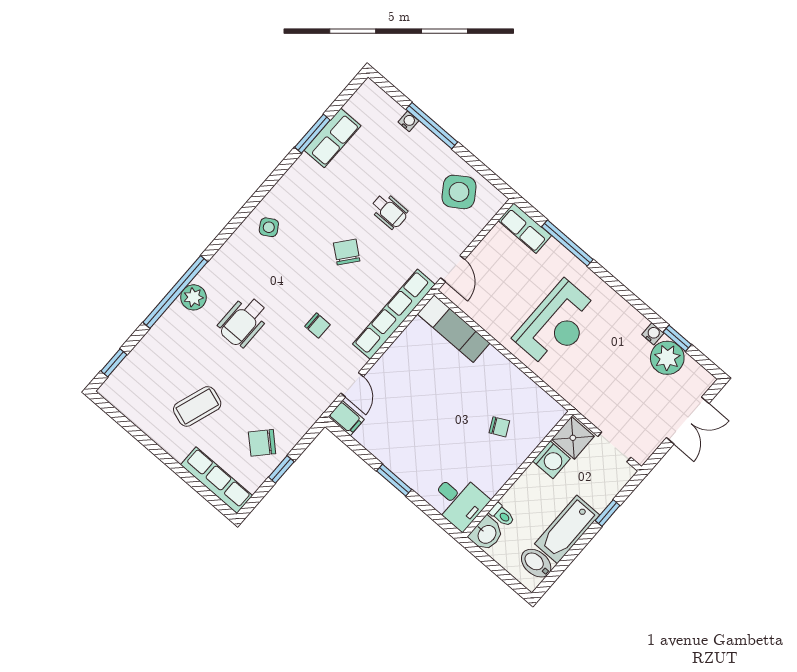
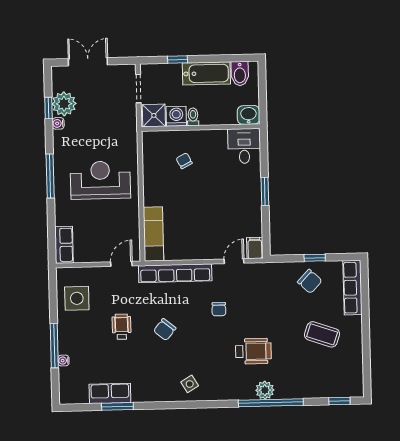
side table: (459, 192) -> (77, 298), turned 34
window: (567, 243) -> (50, 176), moved
chair: (318, 325) -> (219, 309), turned 180
toilet: (502, 515) -> (193, 117), moved

